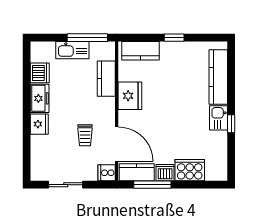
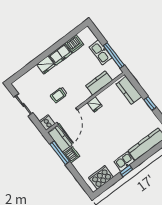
fridge: (130, 96) -> (95, 104), width x0.53, depth x0.75
cooker: (190, 170) -> (101, 177), moved, turned -90

